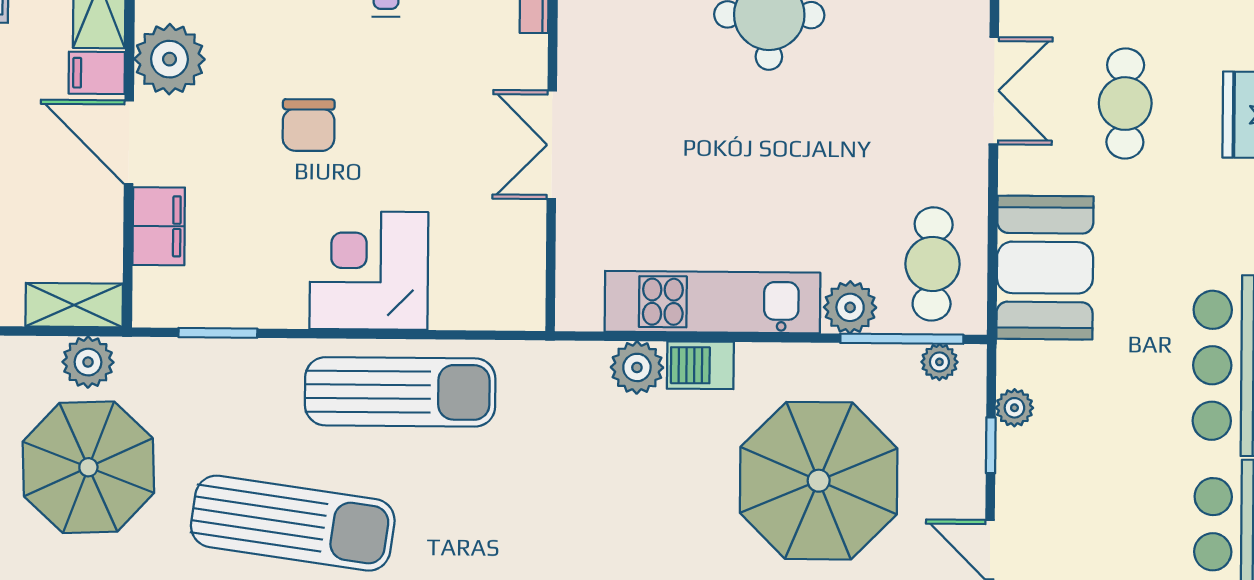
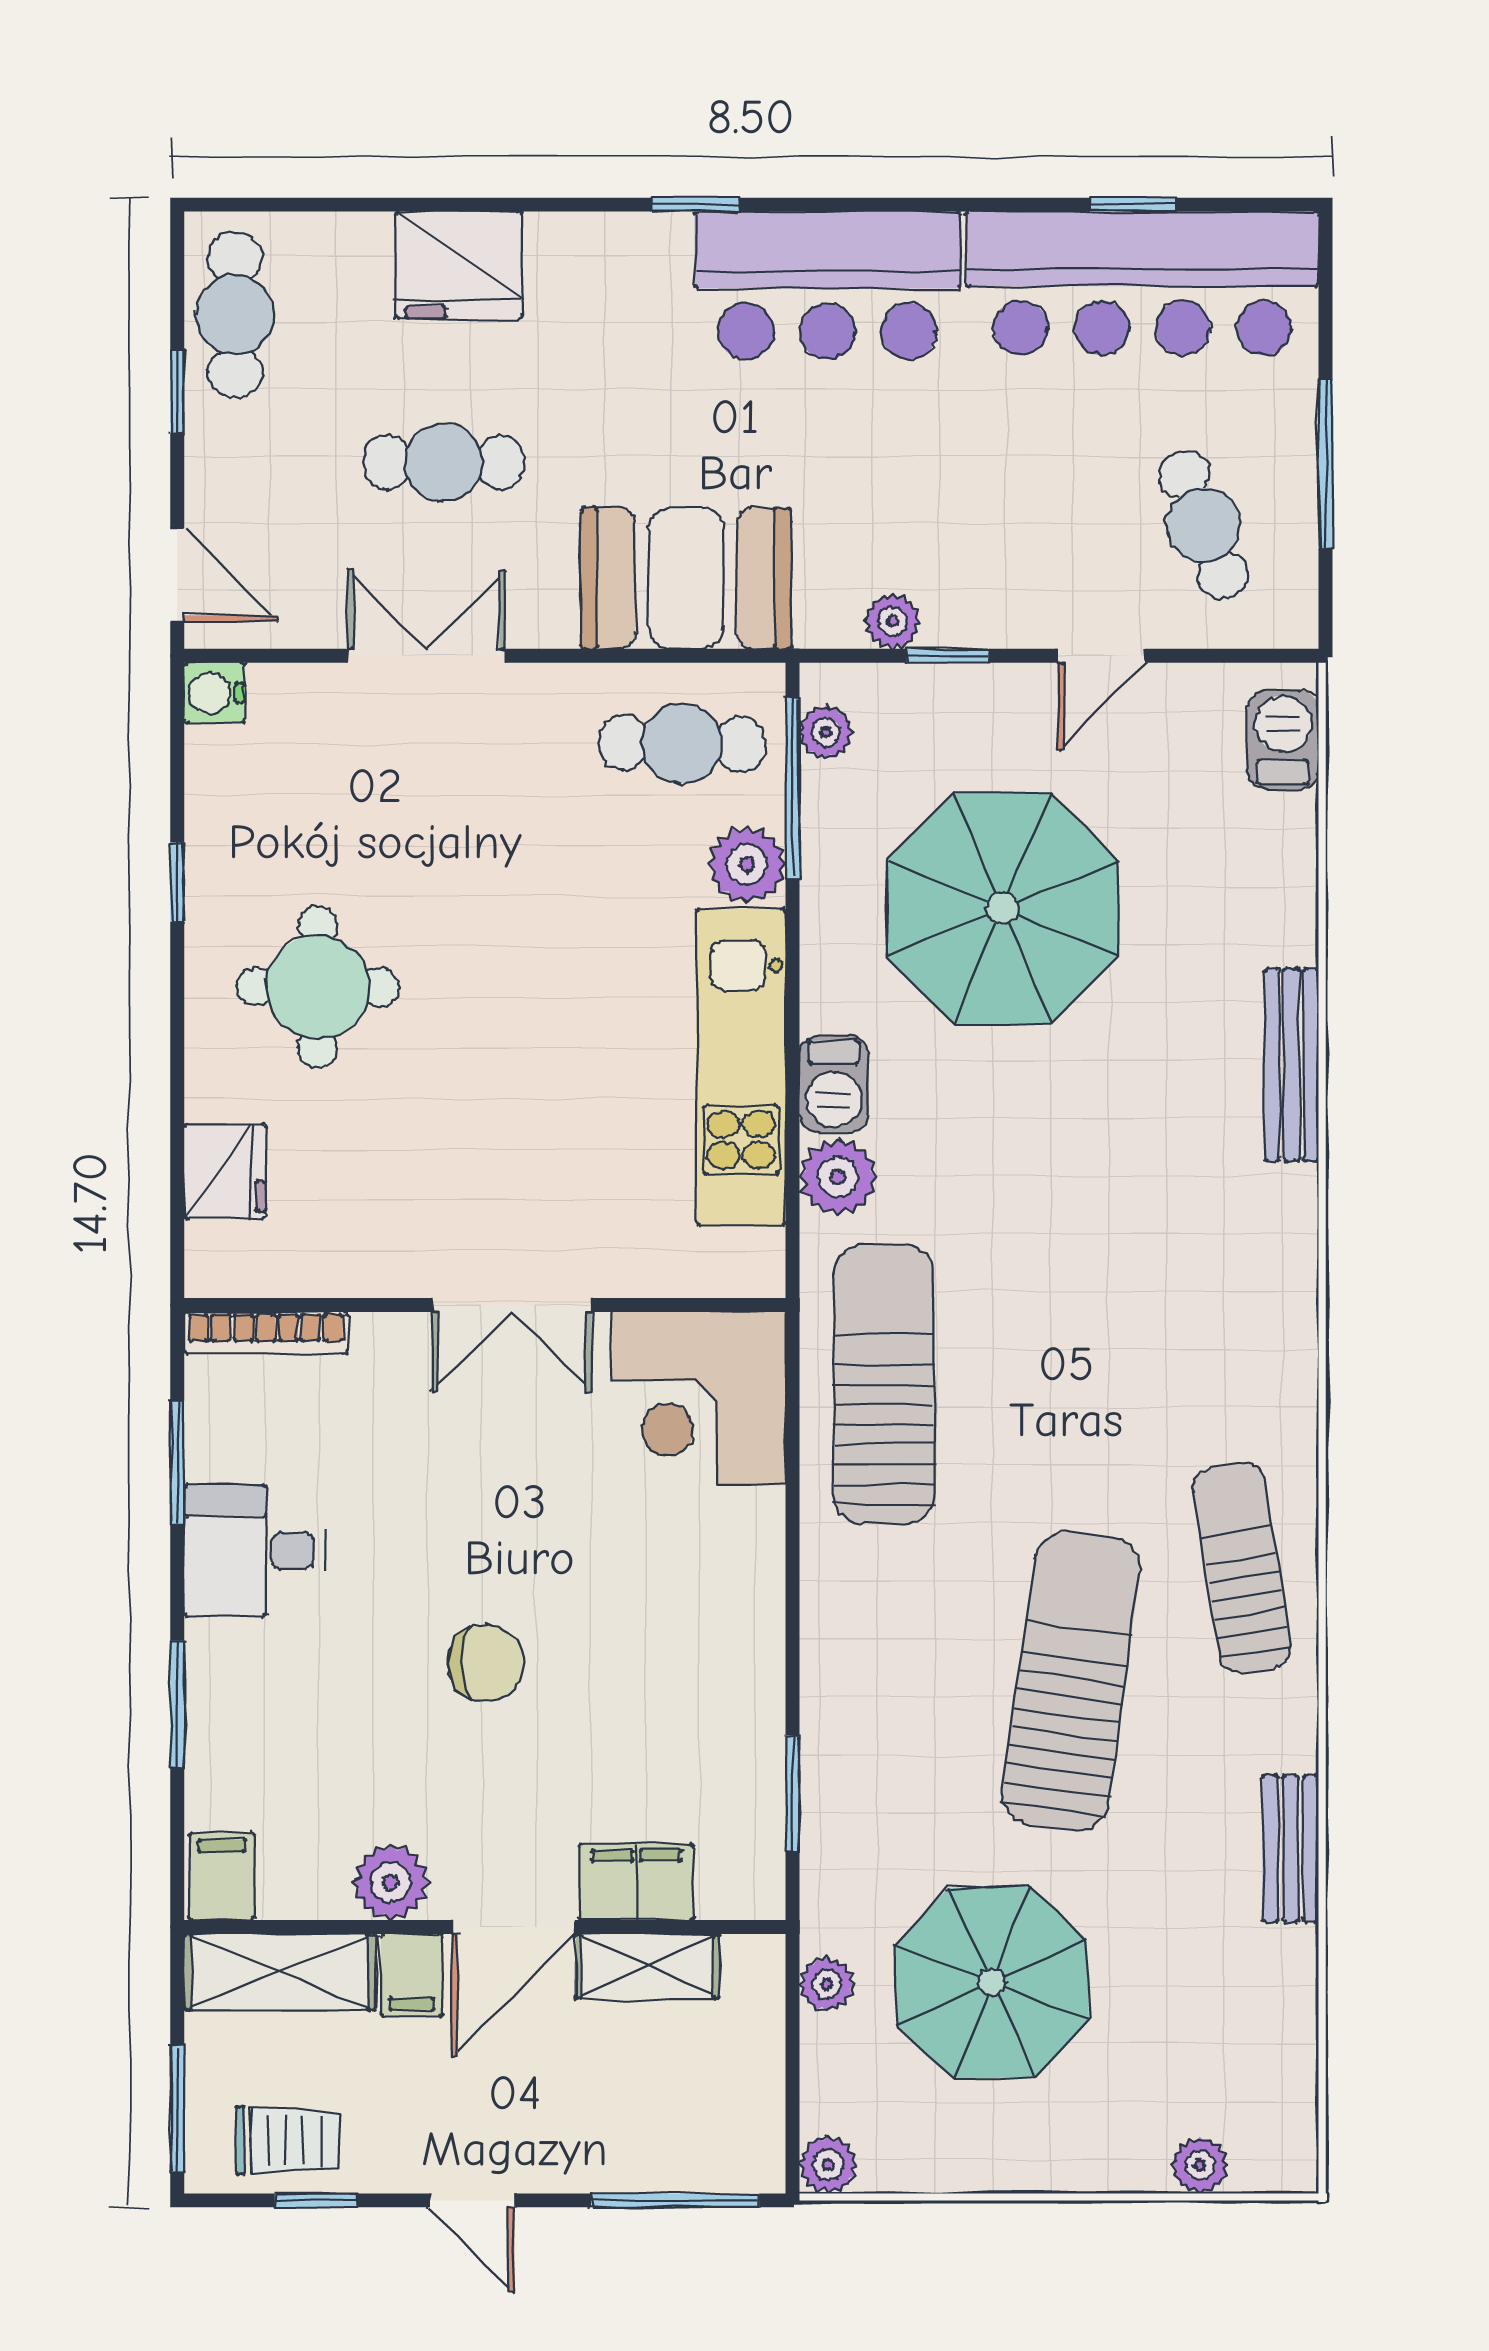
plant: (169, 59) -> (391, 1882), width x0.73, depth x0.73
corner desk: (369, 271) -> (699, 1399), moved
shelving: (74, 305) -> (647, 1966), moved, turned 90
plant: (88, 362) -> (827, 1984), width x0.73, depth x0.73
sun lounger: (400, 392) -> (884, 1384), moved

